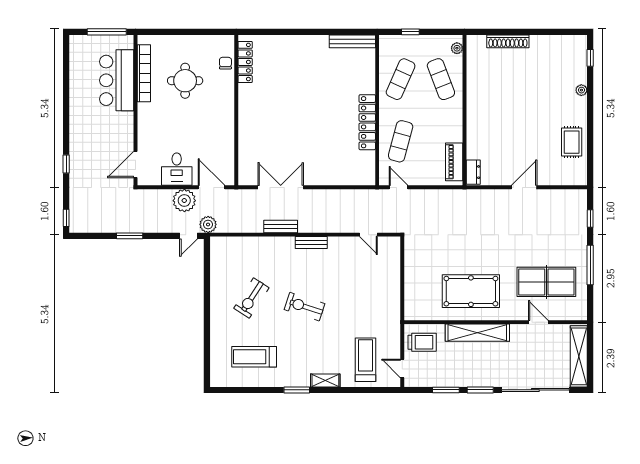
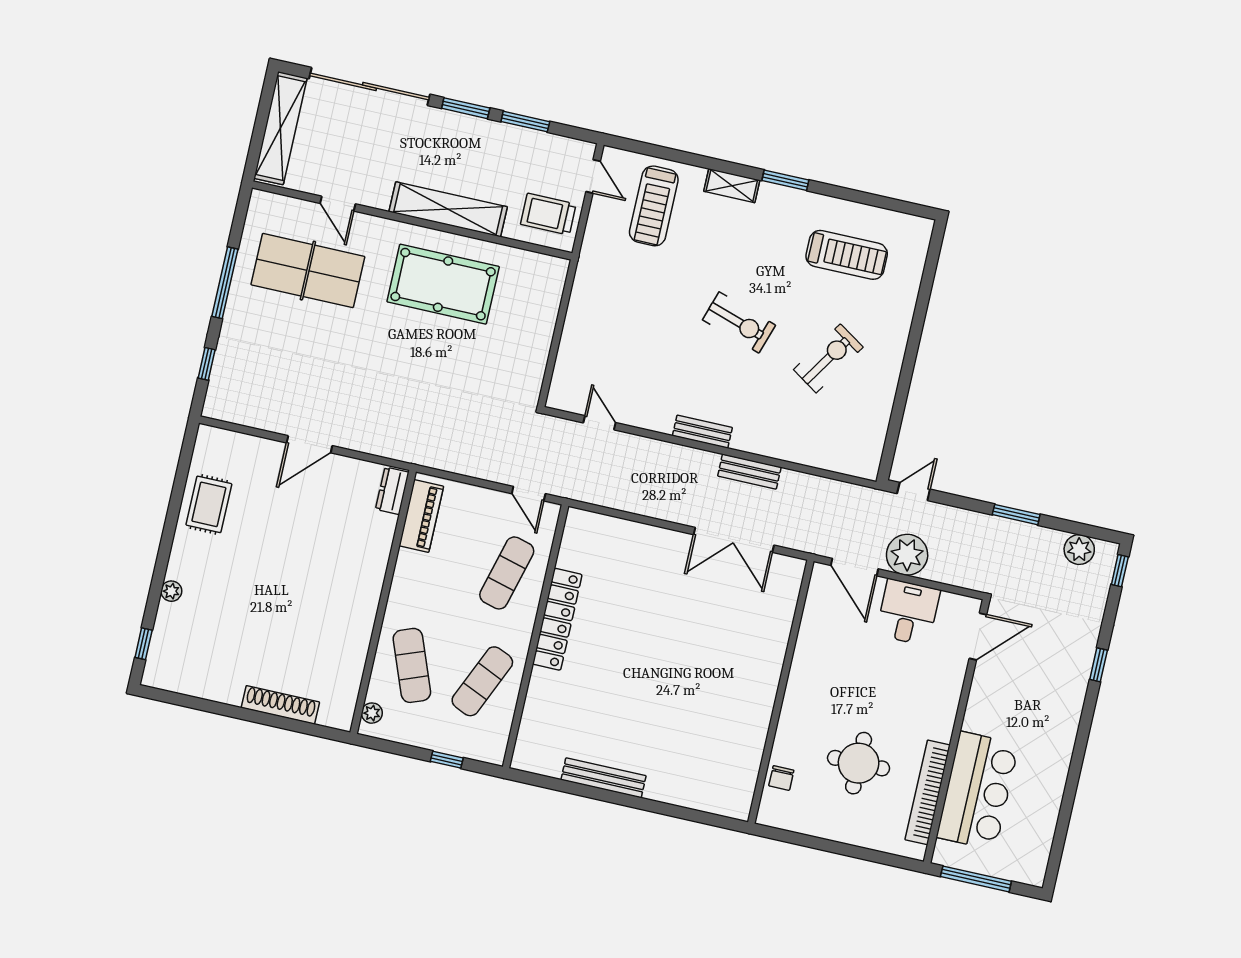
bench: (352, 41) -> (604, 778), moved
locker: (245, 62) -> (747, 772), removed
plant: (208, 224) -> (1079, 550), moved

